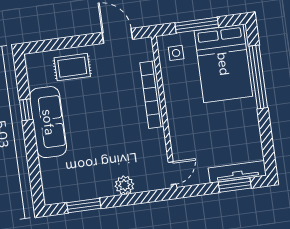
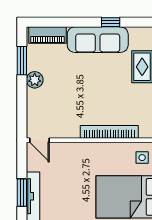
piano: (51, 180) -> (48, 35), added
plant: (124, 185) -> (35, 80), moved

